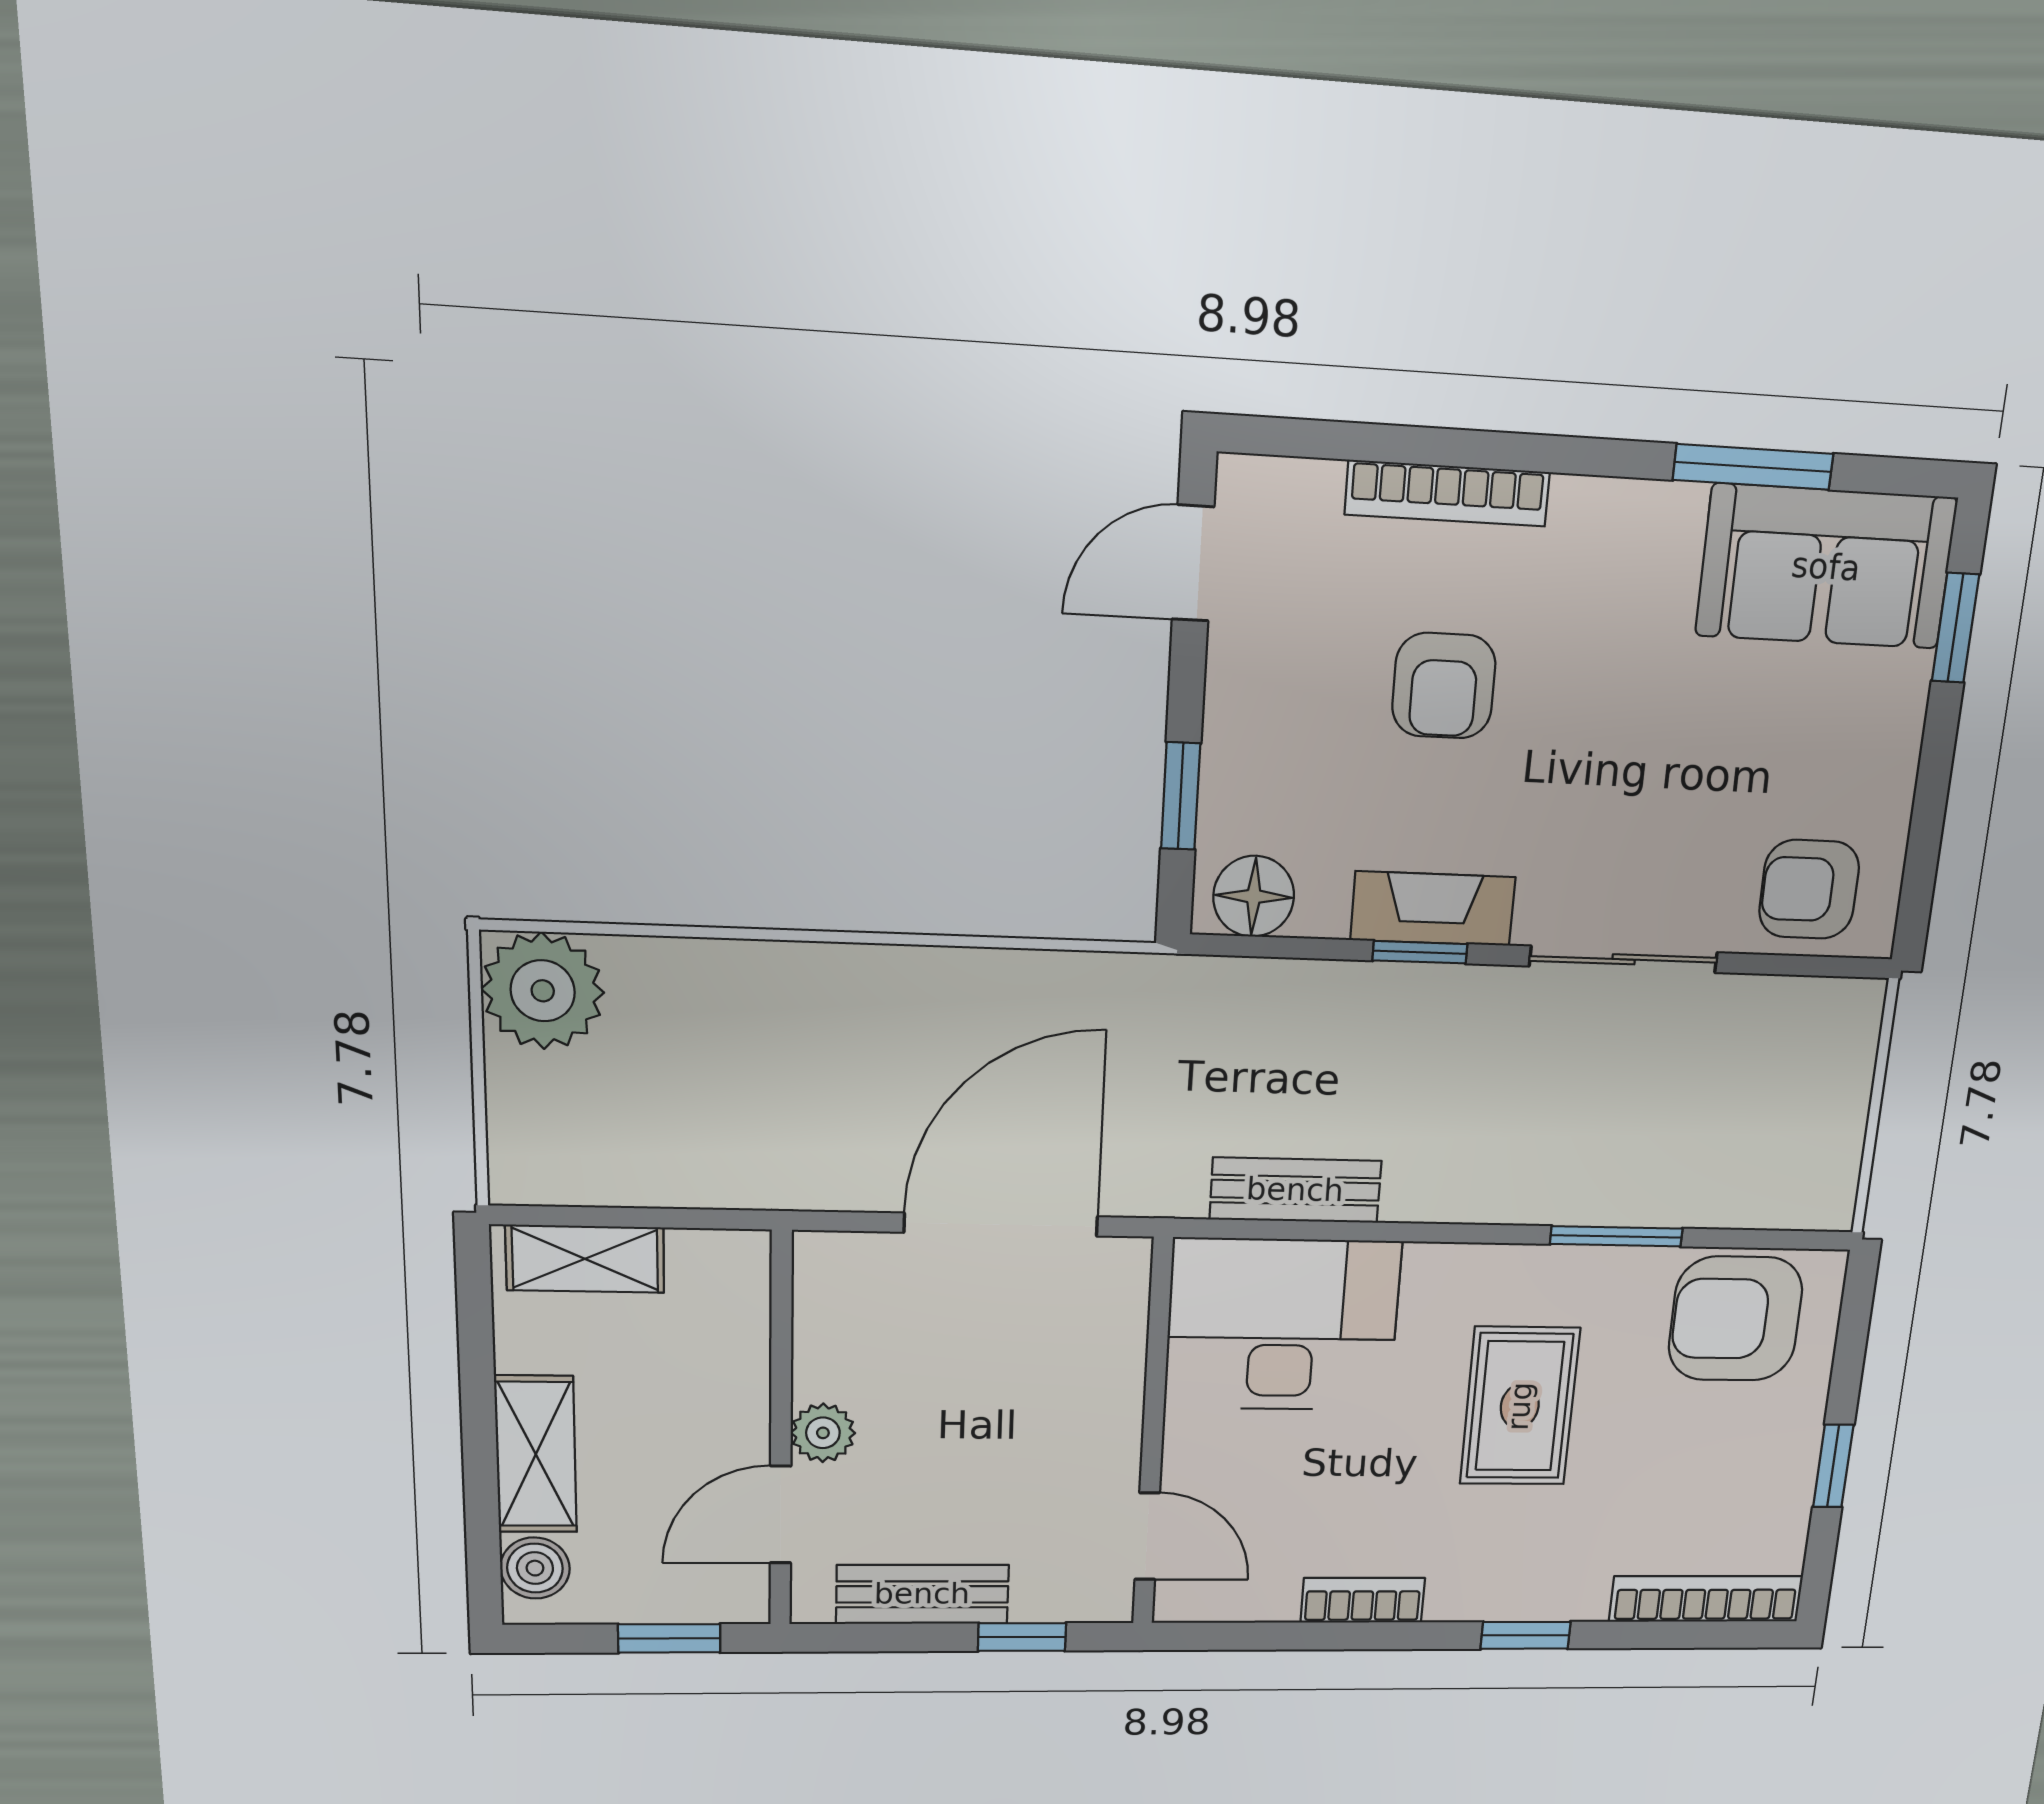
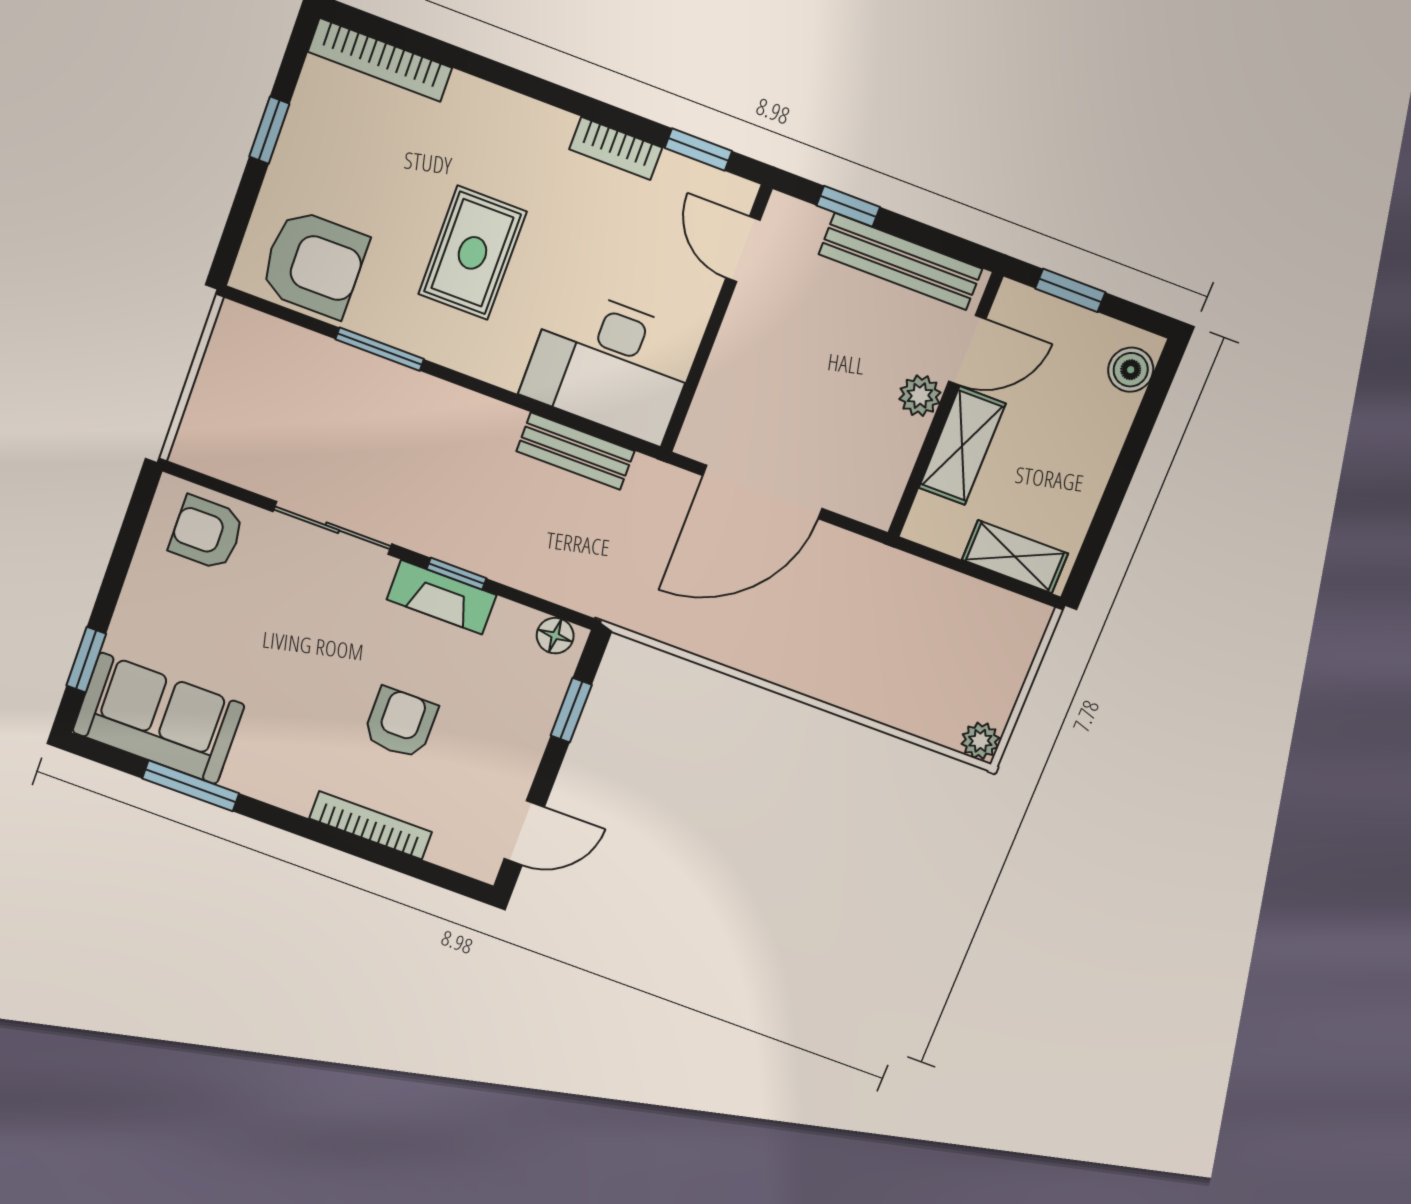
armchair: (1809, 889) -> (207, 533), turned 180
floor lamp: (1254, 896) -> (555, 636), width x0.73, depth x0.73
plant: (543, 991) -> (980, 741), width x0.53, depth x0.53
shelving: (536, 1454) -> (962, 446), moved
bench: (922, 1594) -> (901, 261), width x1.36
window: (1526, 1635) -> (698, 150), moved

